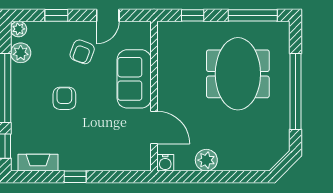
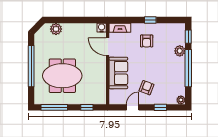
plant: (21, 53) -> (180, 51), moved
meeting table: (238, 74) -> (62, 76), turned 90
armchair: (64, 98) -> (147, 41), moved
plant: (206, 160) -> (56, 29), moved
fireplace: (38, 163) -> (120, 28), moved

